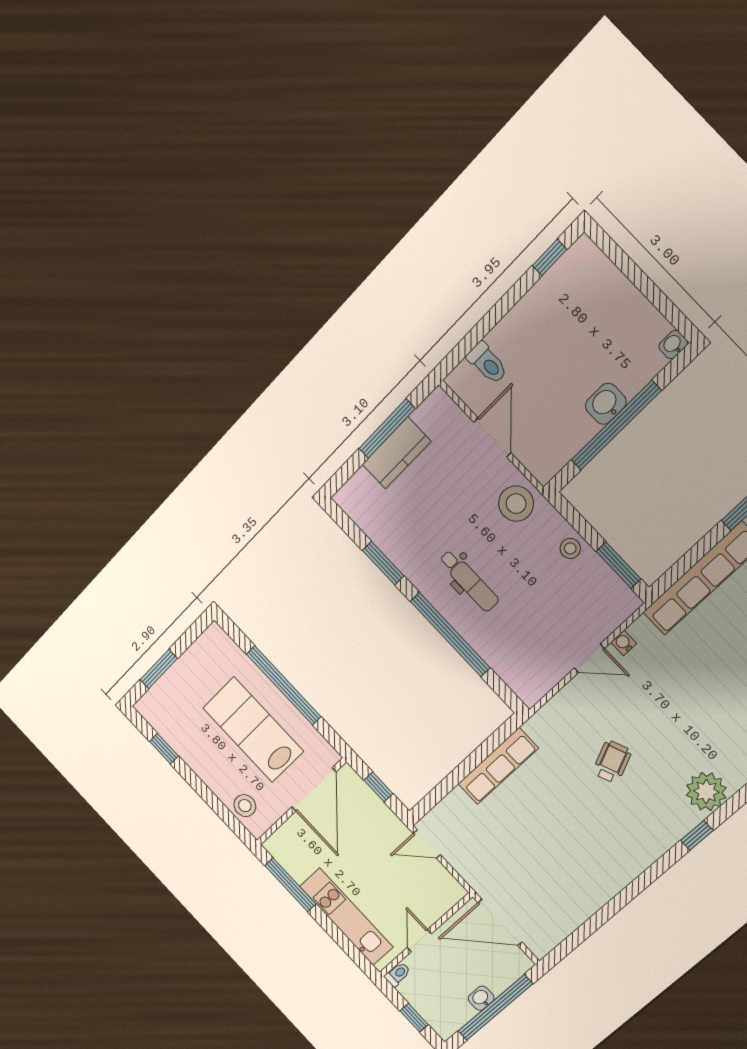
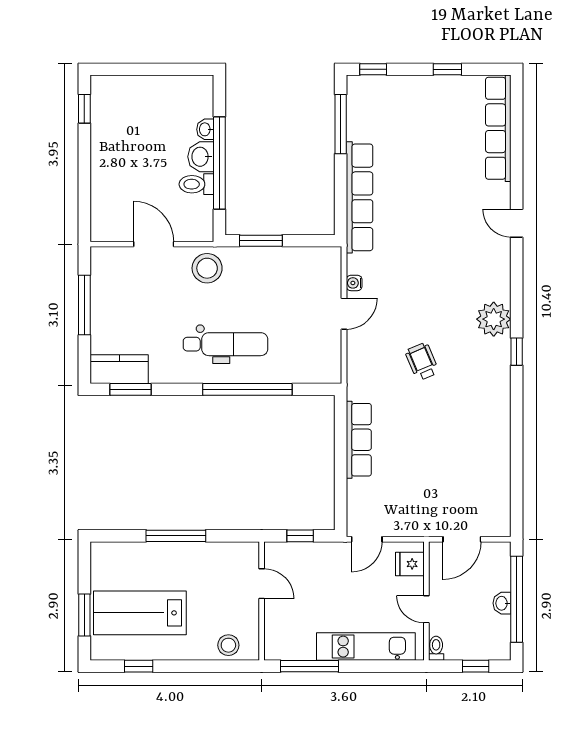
washbasin: (673, 345) -> (205, 129), moved
toilet: (487, 363) -> (196, 184), moved, turned 180
kitchen counter: (396, 453) -> (119, 369), moved, turned -90
stool: (570, 548) -> (266, 261), removed
window: (383, 563) -> (130, 389), moved
window: (619, 565) -> (261, 241), moved
dental chair: (469, 581) -> (226, 344), width x1.36, depth x1.38
window: (284, 685) -> (176, 536), width x0.68
lab bench: (253, 730) -> (140, 613), moved
door: (314, 789) -> (262, 584), width x0.53
fridge: (441, 896) -> (410, 564), added
door: (500, 922) -> (462, 539), width x0.73

